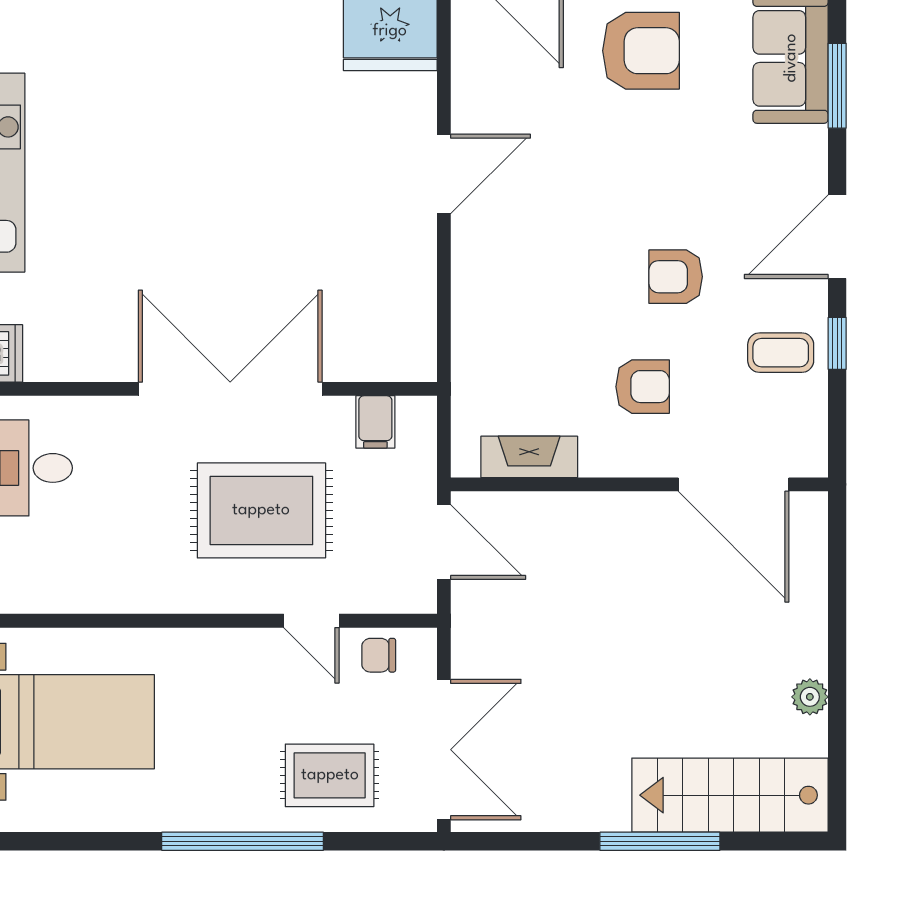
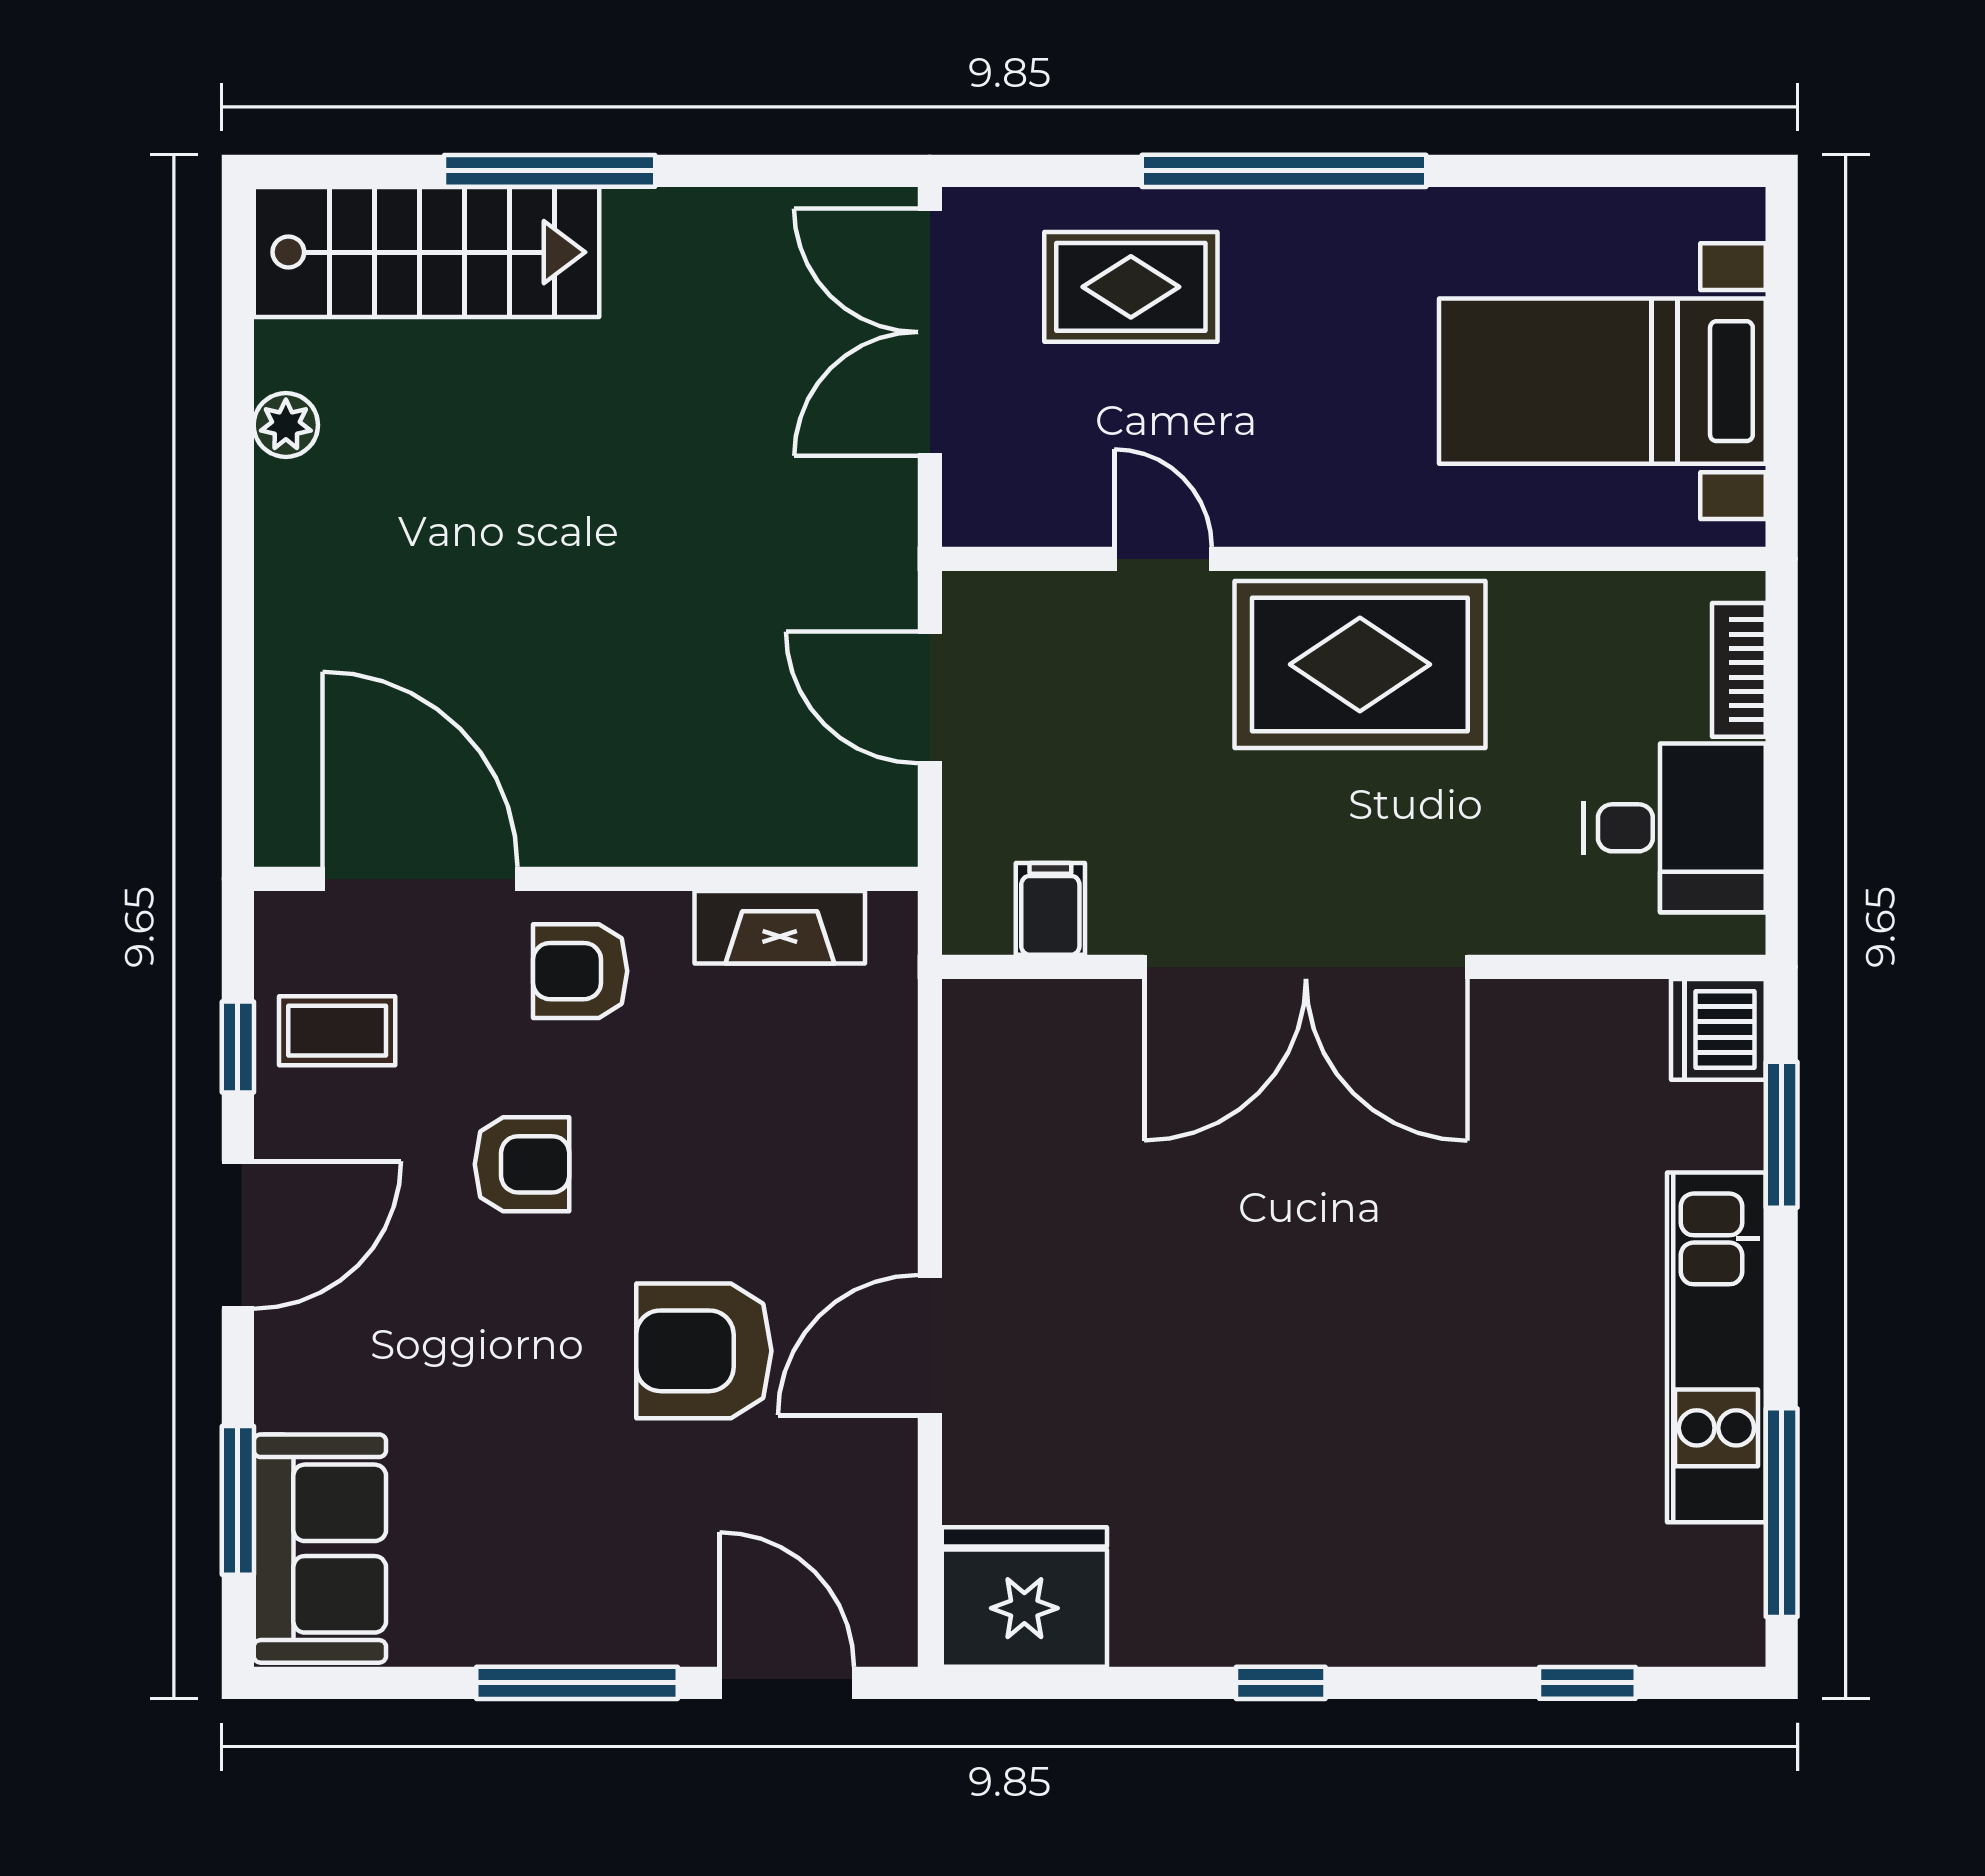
armchair: (641, 51) -> (704, 1351), moved
fireplace: (529, 457) -> (780, 927), moved
wall: (639, 484) -> (586, 879), moved
door: (734, 484) -> (420, 879), moved
rug: (261, 510) -> (1360, 664), moved
chair: (379, 655) -> (1045, 498), removed

